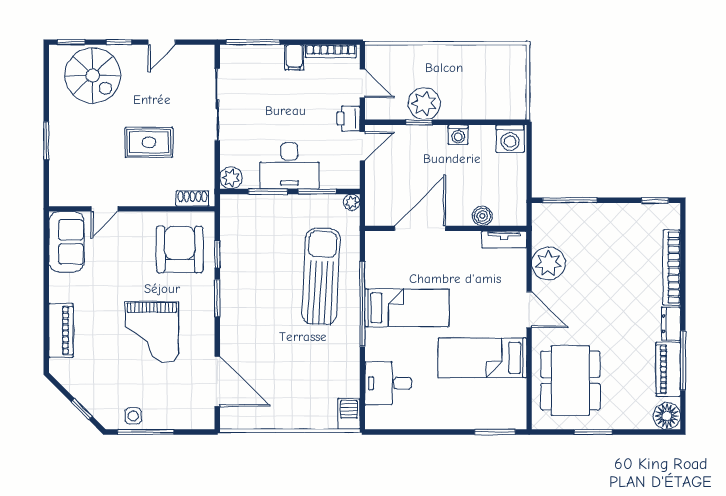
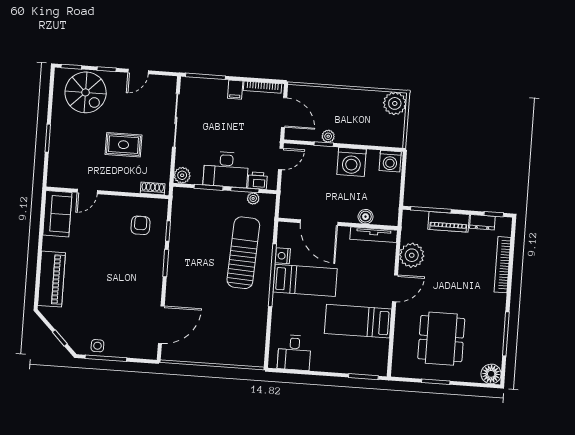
plant: (511, 60) -> (395, 103), added
door: (362, 83) -> (284, 112), width x1.38
plant: (424, 104) -> (328, 136), width x0.53, depth x0.53
printer: (348, 119) -> (258, 180), moved, turned 90
washing machine: (458, 135) -> (352, 162), width x1.89, depth x1.89
plant: (352, 202) -> (253, 198), moved
door: (420, 228) -> (319, 223), swing flipped
tv unit: (504, 240) -> (374, 235), width x1.41
armchair: (180, 249) -> (140, 225), width x0.53, depth x0.53
nightstand: (374, 277) -> (283, 256), added
door: (529, 310) -> (395, 288), hinge flipped
dresser: (671, 324) -> (482, 222), moved, turned -90
piano: (61, 330) -> (52, 279), width x1.37, depth x1.33
grand piano: (152, 332) -> (116, 285), removed
piano: (668, 369) -> (449, 222), moved, turned -90
door: (217, 381) -> (161, 325), hinge flipped
dining table: (570, 381) -> (441, 339), moved
desk: (388, 383) -> (294, 353), moved, turned -90
barbecue: (349, 414) -> (257, 356), removed

